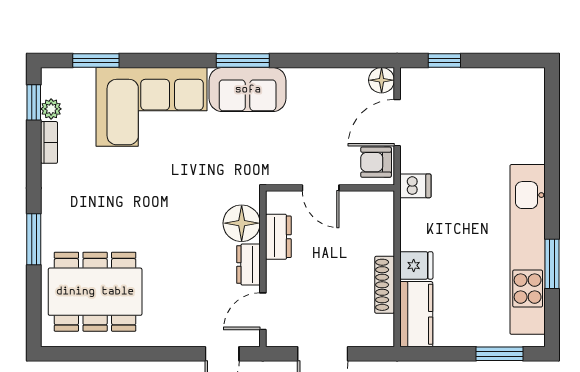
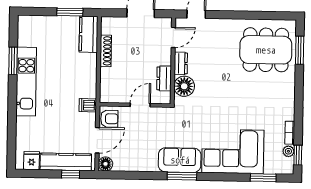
kitchen counter: (453, 83) -> (66, 162), added
door: (321, 188) -> (140, 105), hinge flipped
window: (34, 239) -> (300, 50), moved
kitchen unit: (528, 249) -> (26, 82), width x0.73
fridge: (416, 265) -> (32, 161), moved, turned 90
window: (500, 354) -> (70, 12), moved

